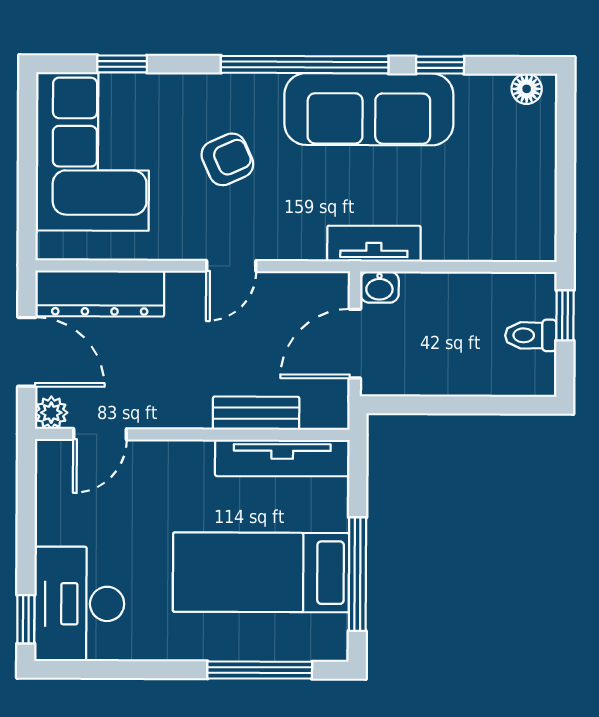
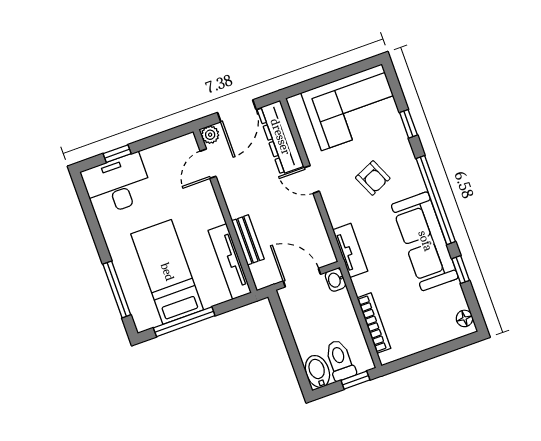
window: (122, 64) -> (408, 124), moved
tv unit: (374, 244) -> (350, 250), moved
bookcase: (478, 248) -> (374, 323), added
door: (231, 266) -> (312, 179), moved
toilet: (531, 335) -> (340, 360), width x1.37, depth x1.39
bidet: (526, 375) -> (317, 371), added
door: (100, 434) -> (208, 164), hinge flipped
window: (26, 619) -> (117, 154), moved

